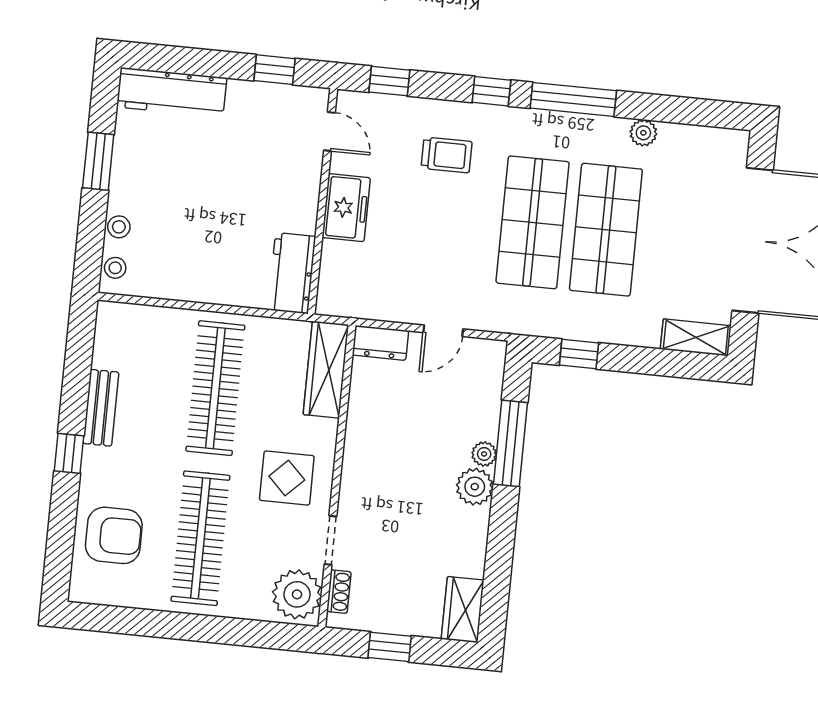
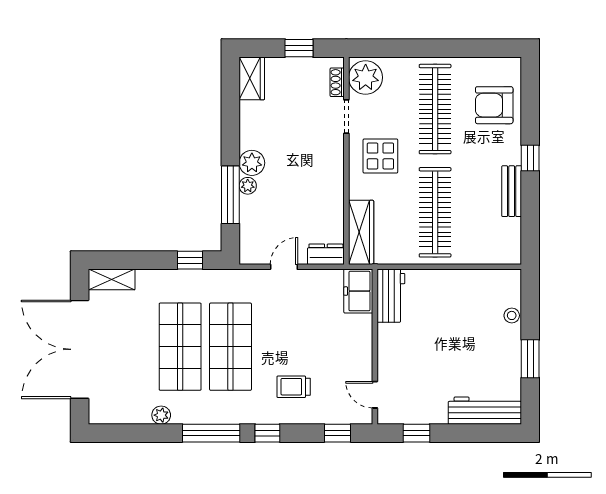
freezer: (346, 208) -> (358, 291), moved
stool: (115, 268) -> (511, 287), removed

